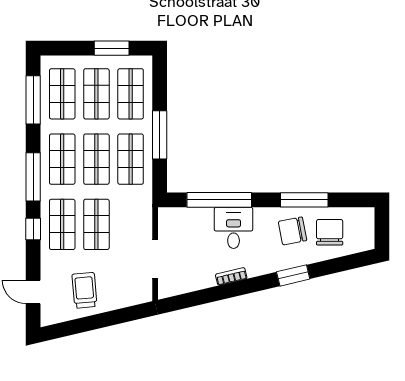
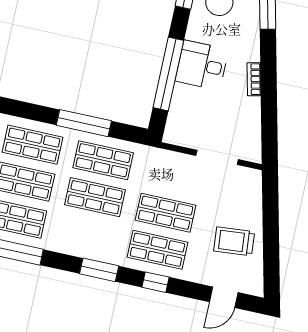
shop shelf: (62, 159) -> (87, 234), removed
window: (33, 177) -> (99, 270), width x0.69

